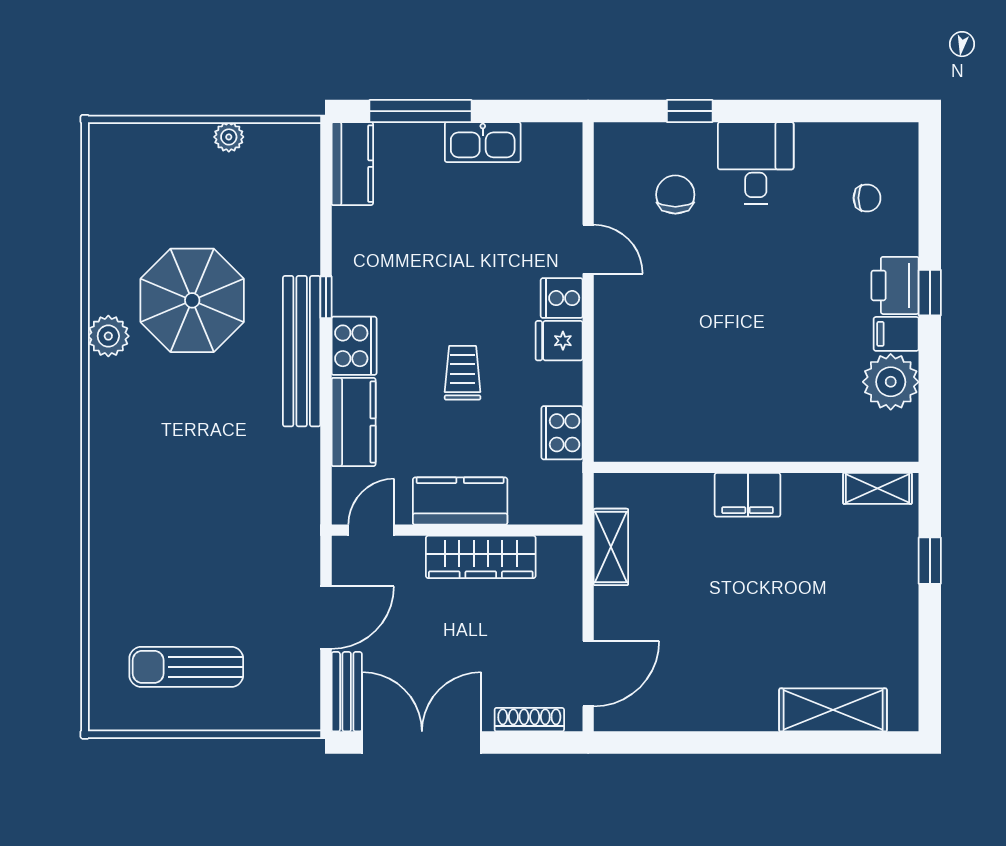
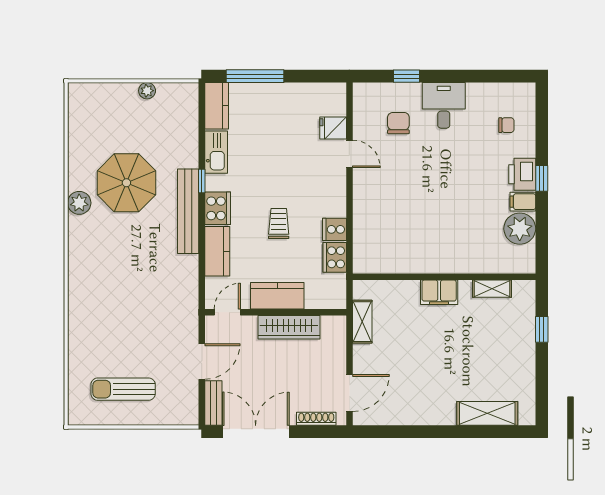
kitchen sink: (483, 142) -> (216, 152), moved, turned -90
cooker: (562, 298) -> (334, 229), moved
fridge: (559, 341) -> (333, 128), moved
shelving: (878, 488) -> (492, 289), moved

